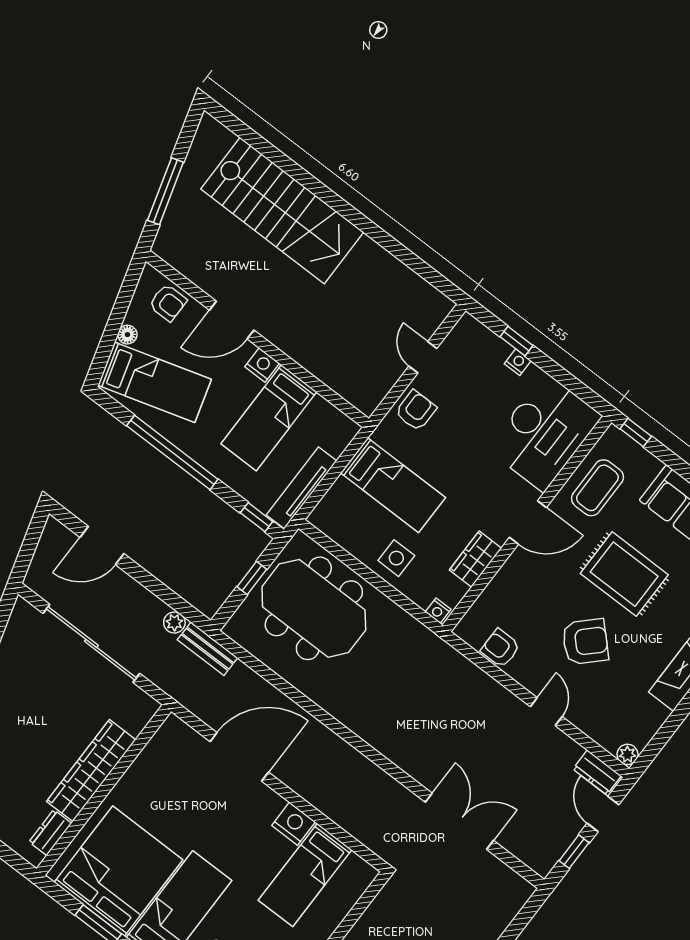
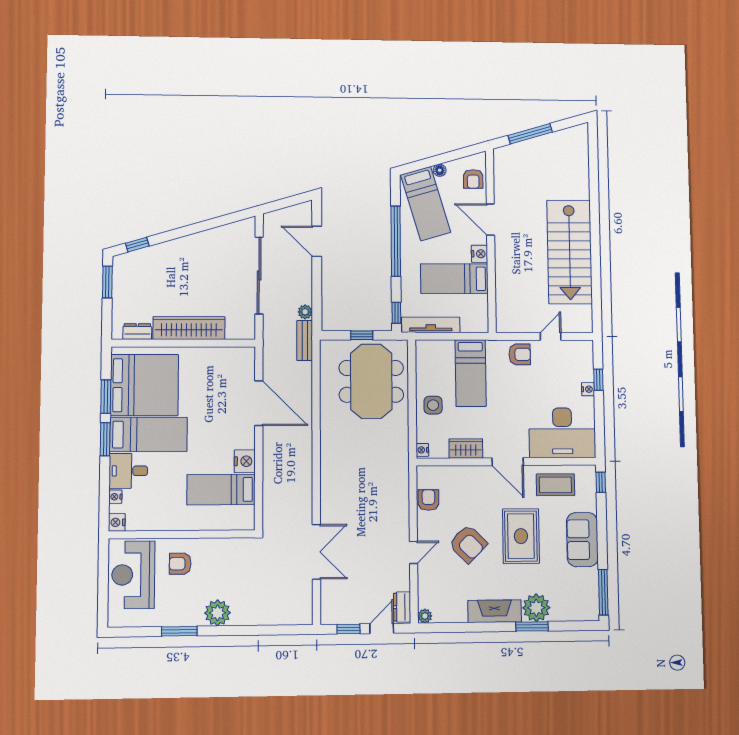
stairs: (282, 211) -> (570, 252), moved

